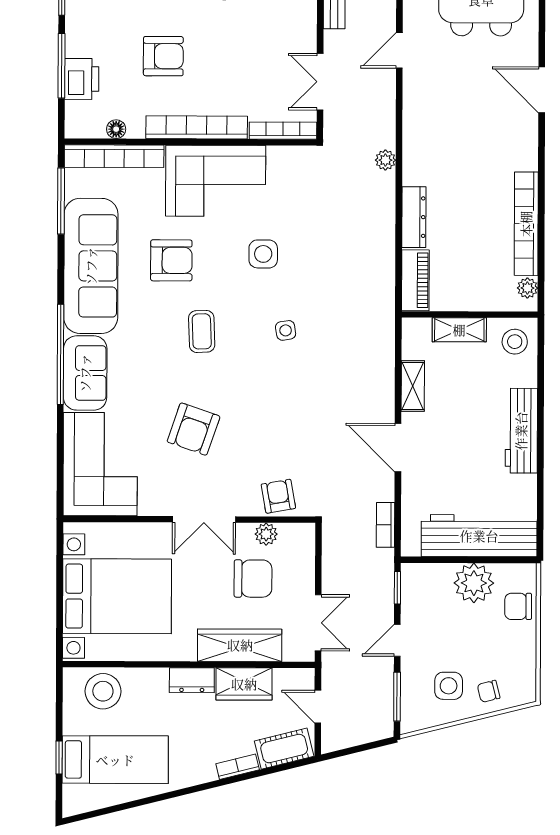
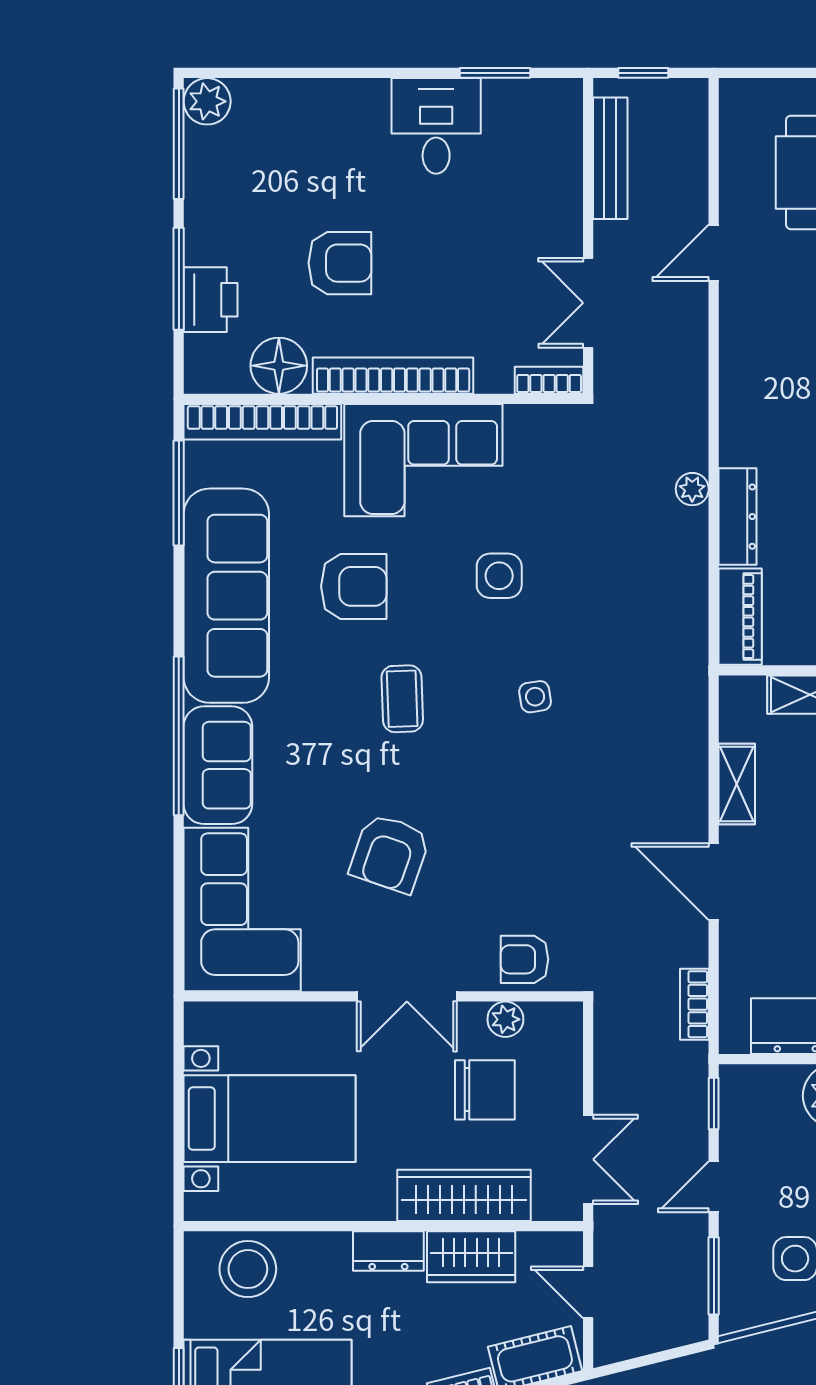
floor lamp: (116, 129) -> (279, 366), width x1.89, depth x1.89
bookcase: (283, 131) -> (549, 380), width x0.64
plant: (385, 160) -> (692, 489), moved
armchair: (278, 496) -> (525, 959), turned -80
bed with nightstands: (117, 596) -> (270, 1119), width x0.73

